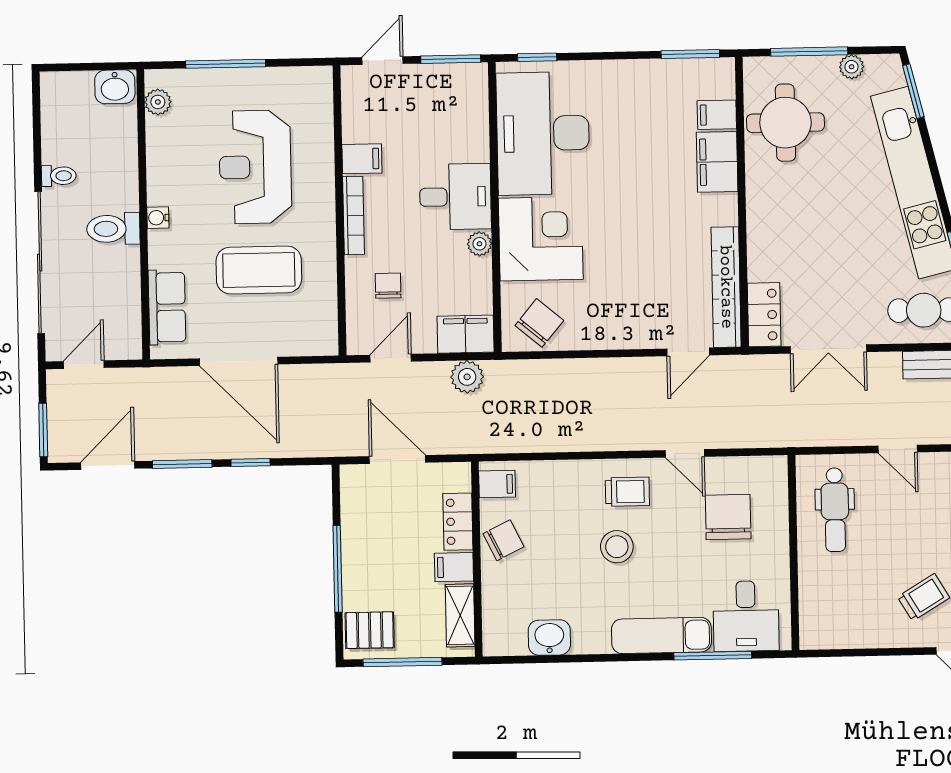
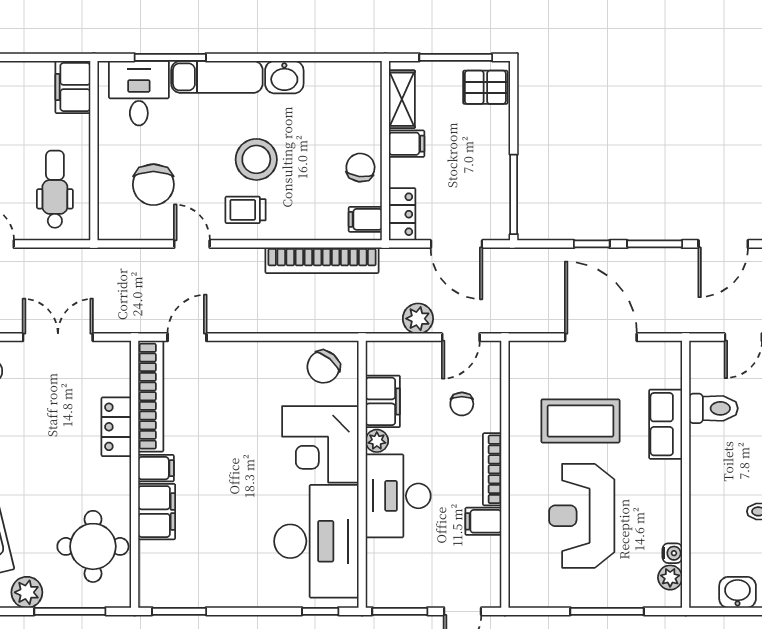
plant: (852, 67) -> (27, 592), width x1.38, depth x1.38
washbasin: (115, 87) -> (738, 592), moved
filing cabinet: (717, 115) -> (156, 468), moved
reception desk: (255, 167) -> (582, 516), turned 180
desk: (455, 197) -> (398, 496), width x1.37
water cooler: (158, 218) -> (672, 553), moved
toilet: (113, 229) -> (714, 408), moved
row of seats: (167, 307) -> (666, 424), moved
locker: (764, 315) -> (116, 427), moved
filing cabinet: (466, 334) -> (383, 401), moved, turned -90
plant: (467, 377) -> (418, 319), moved
bookcase: (543, 439) -> (322, 260), added
locker: (458, 522) -> (402, 214), moved
chair: (504, 540) -> (360, 168), turned 123
stool: (617, 547) -> (256, 159), width x1.38, depth x1.38
window: (338, 569) -> (514, 194), moved
filing cabinet: (818, 621) -> (73, 87), added
washbasin: (549, 638) -> (284, 77), moved

